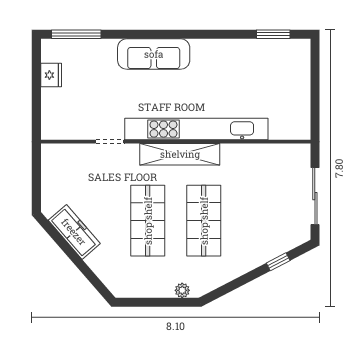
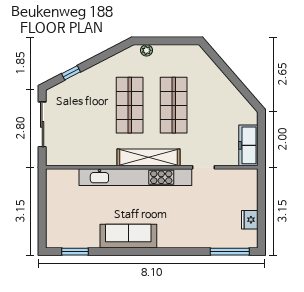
sofa: (154, 54) -> (128, 236), moved
freezer: (74, 232) -> (248, 145), moved, turned 41

